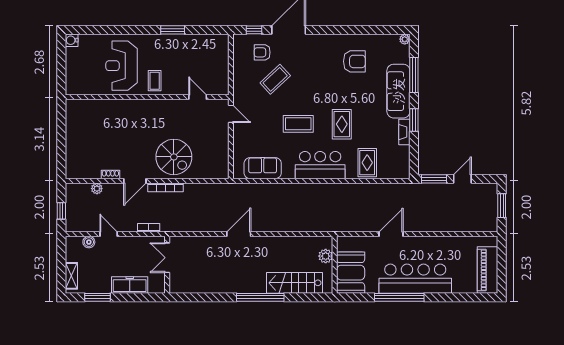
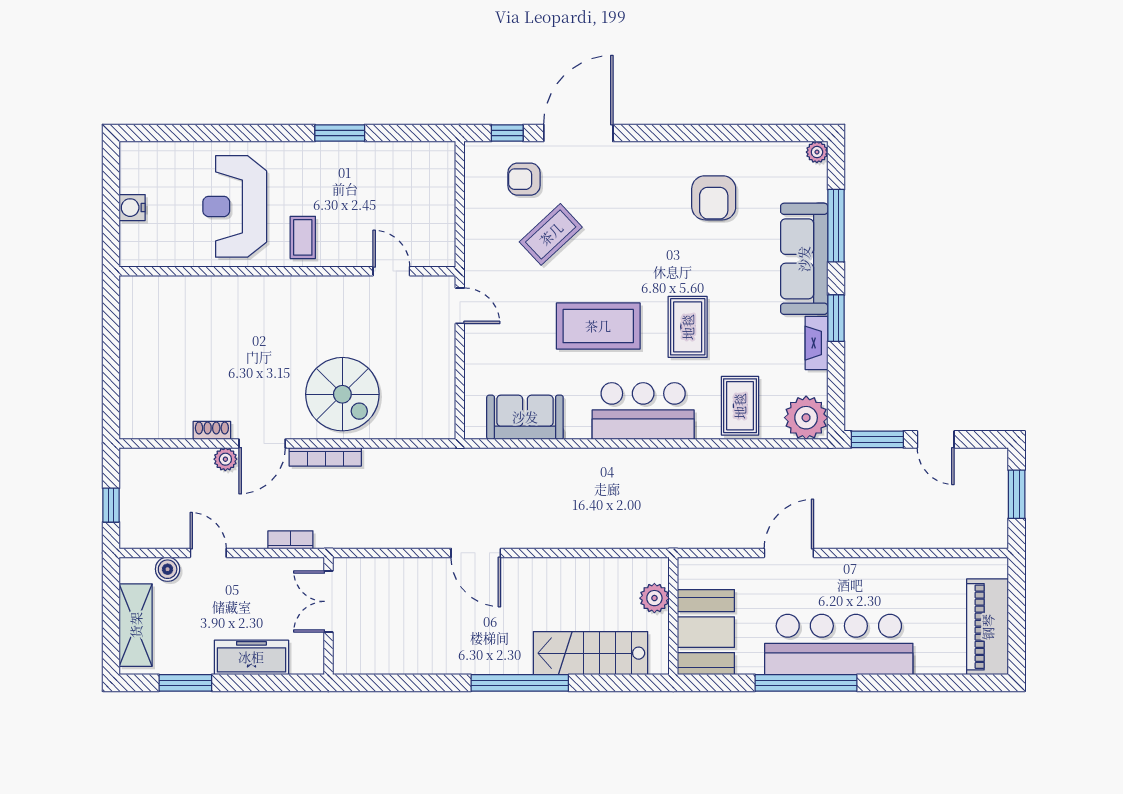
water cooler: (72, 40) -> (132, 208), moved
armchair: (354, 61) -> (714, 198), turned 90
coffee table: (298, 124) -> (598, 326), width x1.36, depth x1.32
plant: (399, 168) -> (806, 418), added
door: (462, 179) -> (936, 439), swing flipped
plant: (97, 189) -> (225, 459), moved
door: (239, 234) -> (476, 553), swing flipped
shelving: (71, 276) -> (136, 625), width x1.50, depth x1.33

